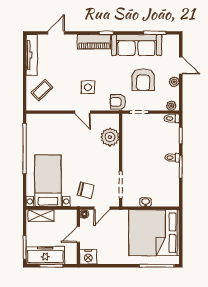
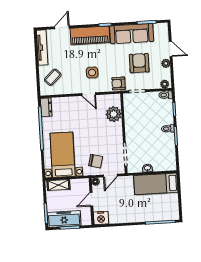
piano: (94, 42) -> (90, 35), width x1.37, depth x1.33
armchair: (143, 80) -> (139, 63), turned 180
dresser: (32, 124) -> (46, 107), added
bed: (154, 233) -> (156, 184), width x0.49

